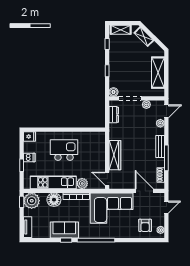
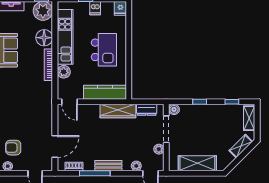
kitchen counter: (99, 149) -> (105, 92), added
wardrobe: (115, 155) -> (118, 111), moved
door: (107, 179) -> (70, 102), swing flipped
corner sofa: (112, 208) -> (34, 107), removed

